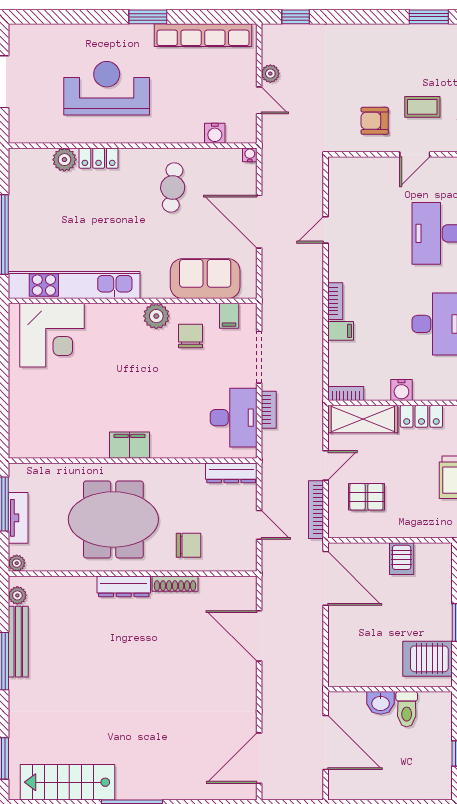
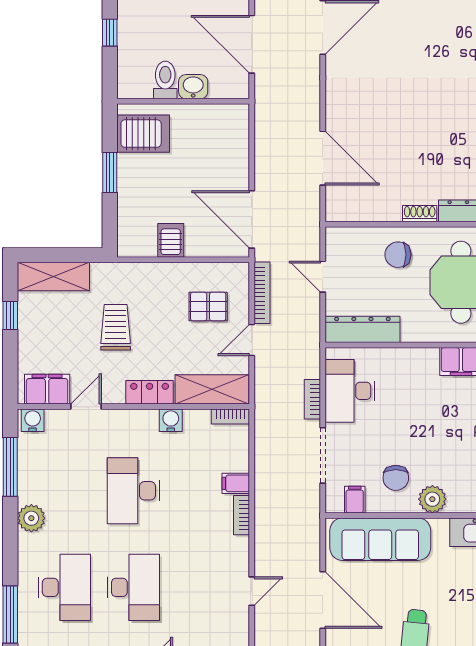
sofa: (205, 279) -> (380, 539), width x1.36
dresser: (231, 473) -> (362, 329), width x1.37, depth x1.24
shoe rack: (175, 584) -> (420, 214), width x0.70

